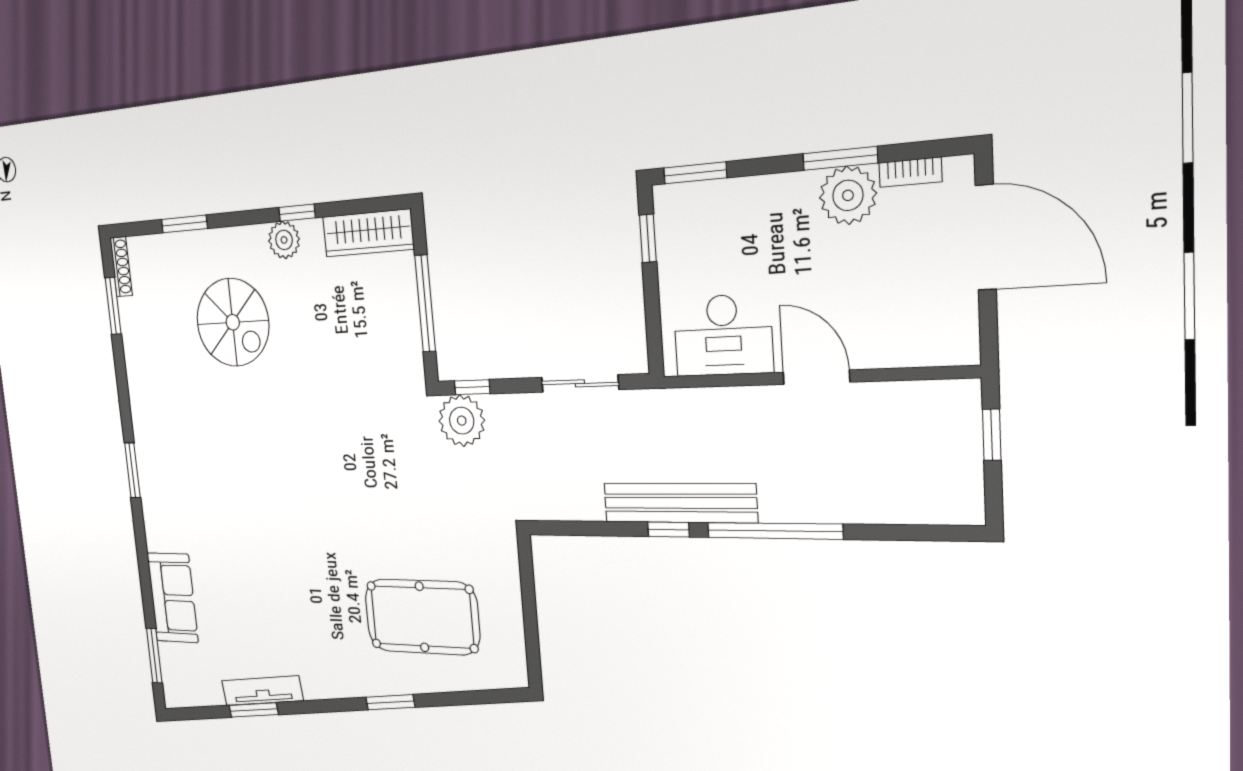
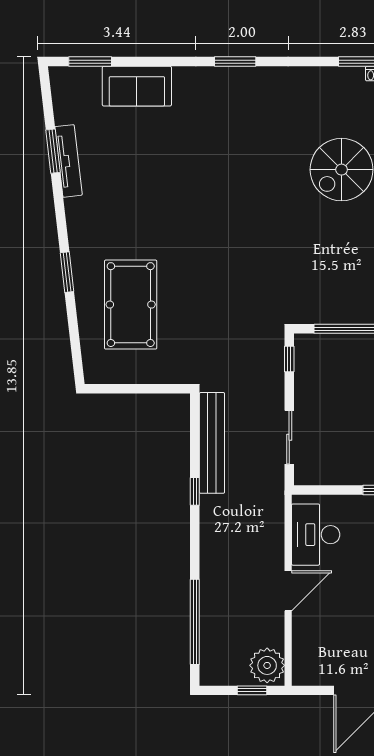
plant: (462, 421) -> (267, 665), moved
bench: (679, 503) -> (212, 443), moved
window: (774, 531) -> (195, 622), moved

